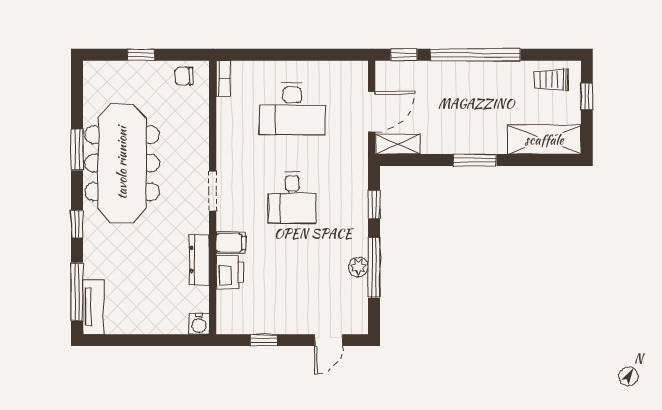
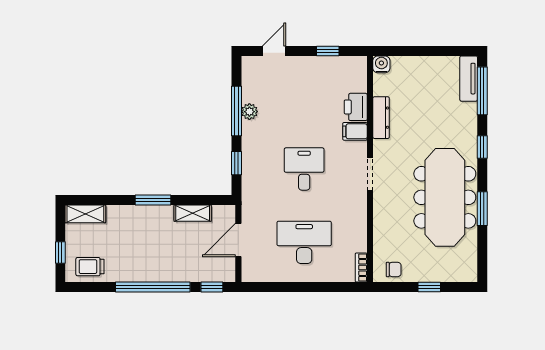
trolley: (551, 80) -> (90, 267), turned 180
shelving: (544, 140) -> (85, 214), width x0.67, depth x0.75
shelving: (398, 144) -> (193, 213), moved

